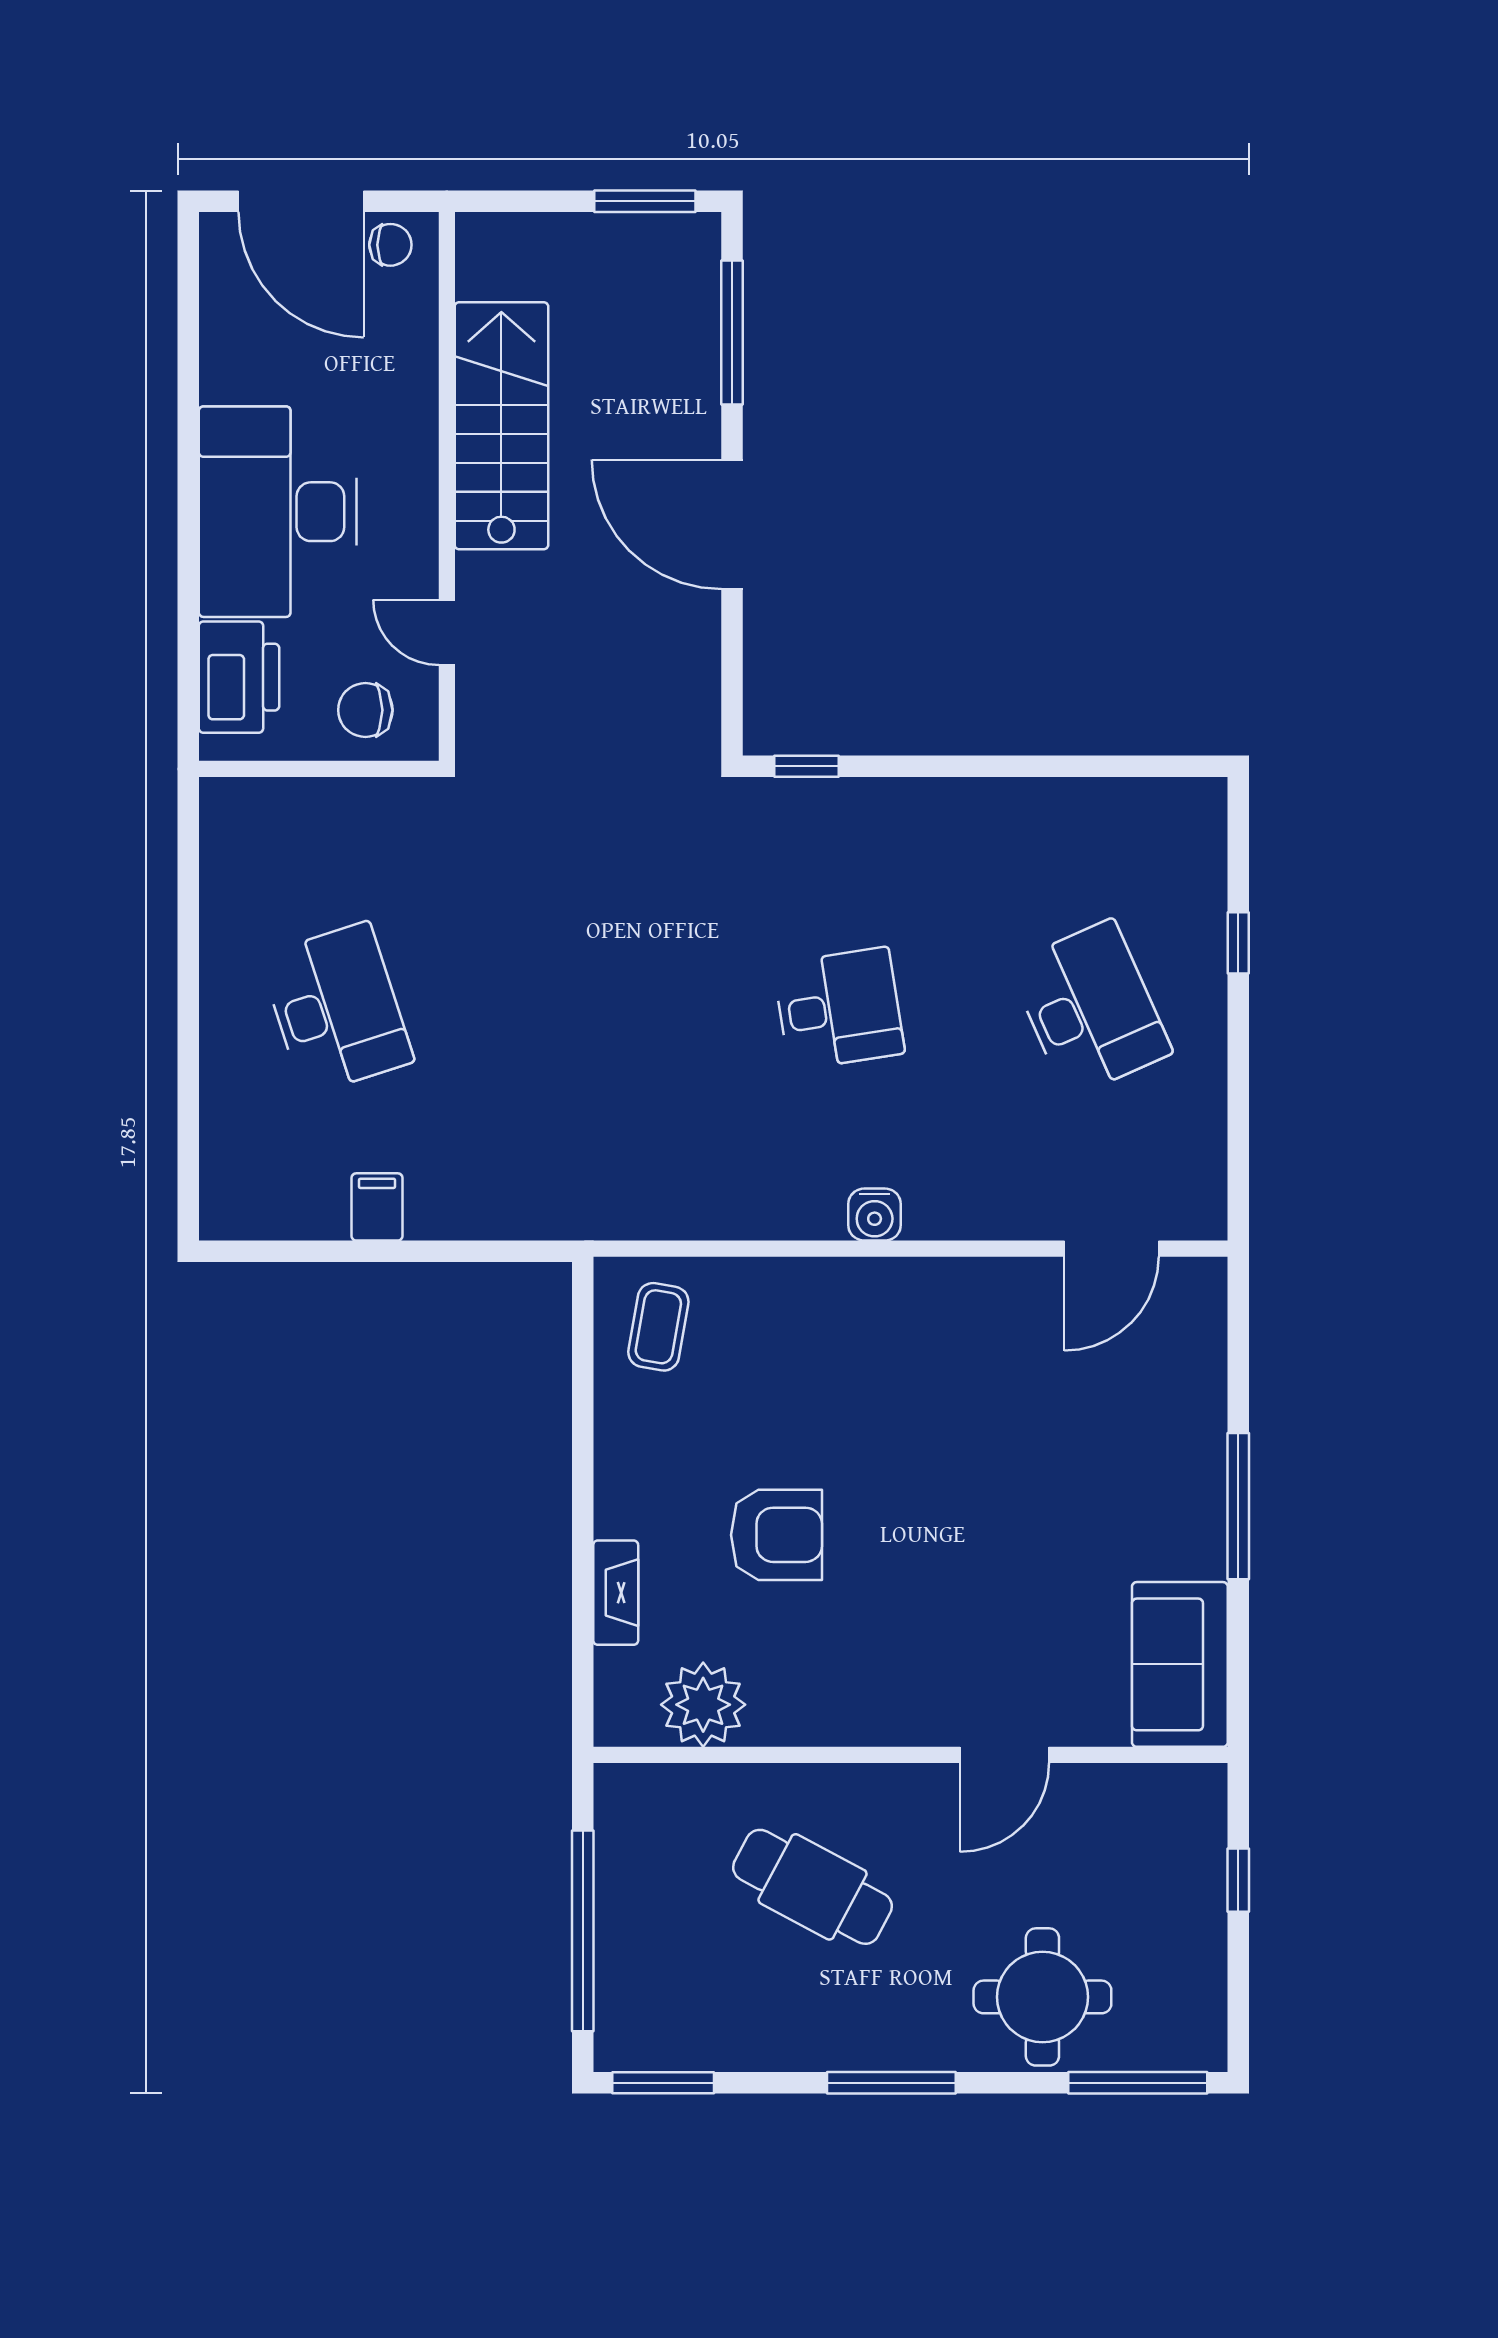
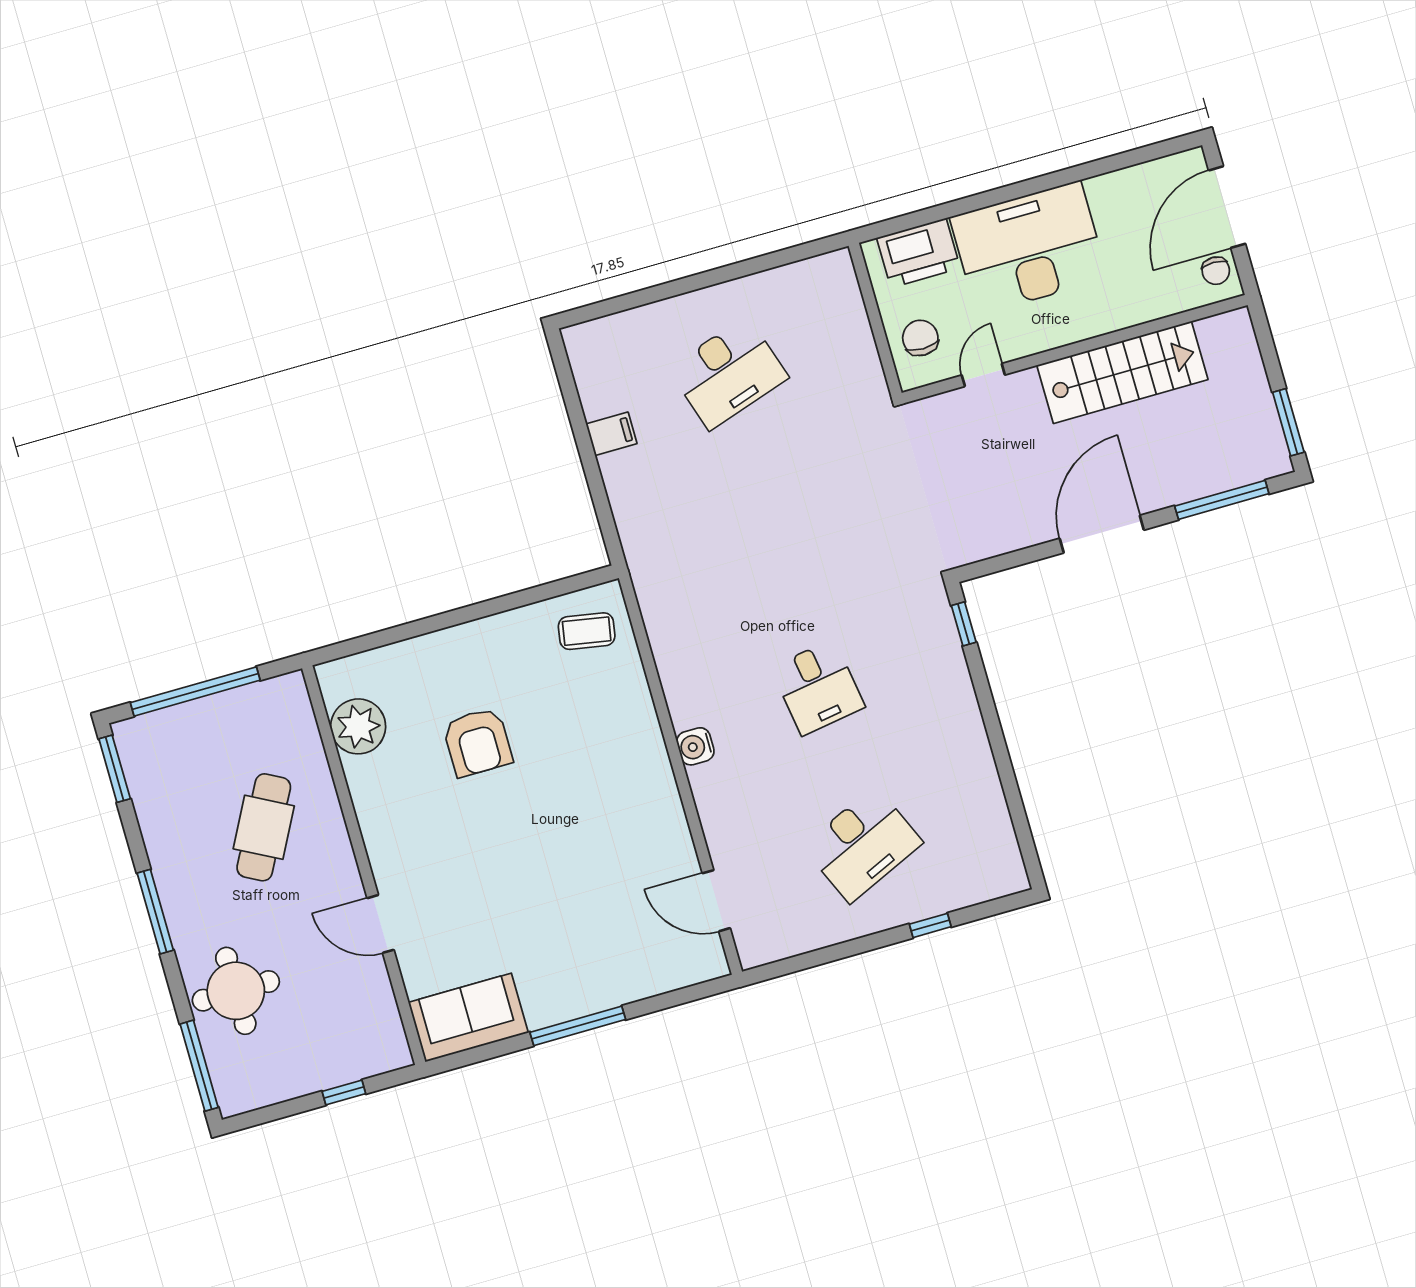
fireplace: (616, 1593) -> (413, 652), removed

